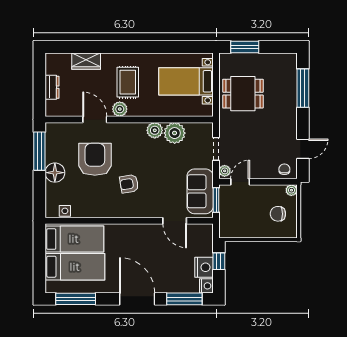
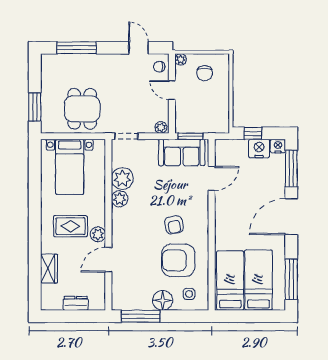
doorway: (216, 149) -> (126, 136), moved
armchair: (95, 159) -> (178, 260), moved
door: (240, 182) -> (172, 90), moved
side table: (65, 211) -> (189, 294), moved

